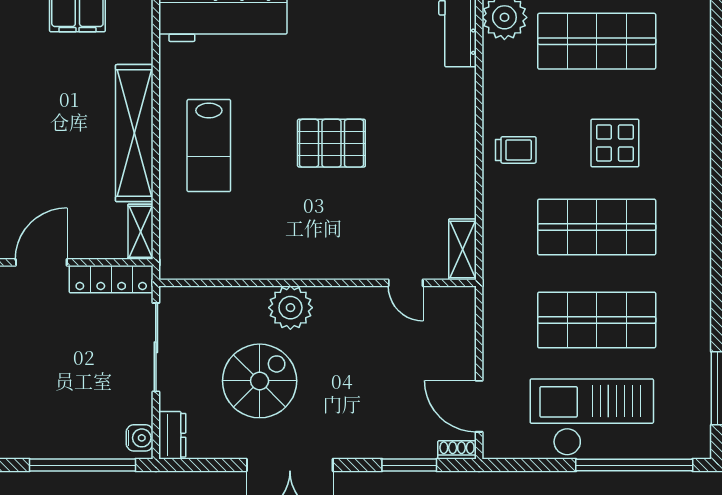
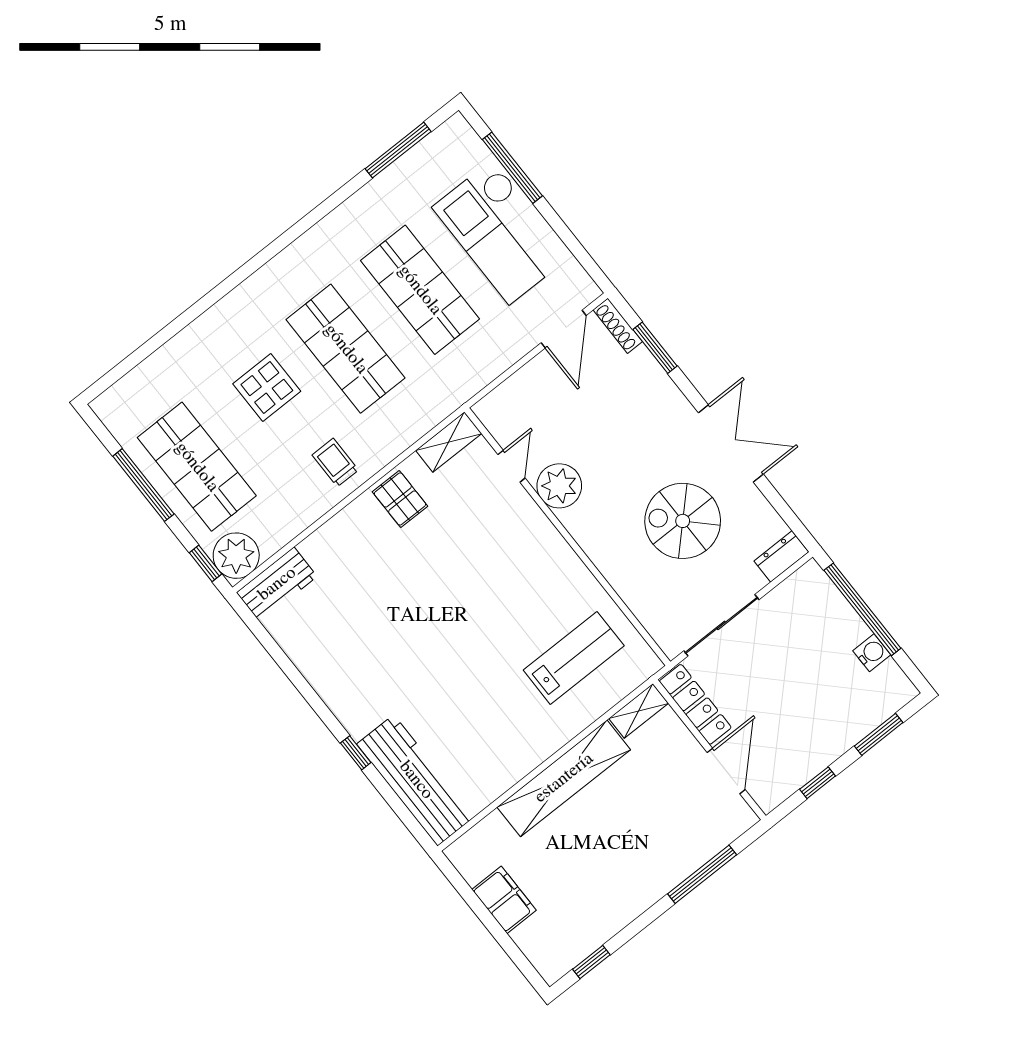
pallet: (331, 143) -> (400, 499), moved, width x0.67, depth x0.71
lab bench: (209, 146) -> (574, 658), moved
door: (41, 262) -> (726, 771), swing flipped
plant: (290, 308) -> (559, 486), moved
water cooler: (140, 438) -> (872, 653), moved, turned 90
shoe rack: (457, 450) -> (618, 326), width x1.43
window: (634, 465) -> (512, 168), width x0.68

